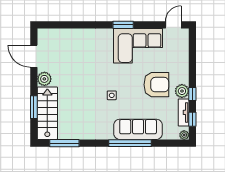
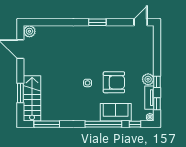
corner sofa: (138, 46) -> (110, 40), removed
plant: (44, 79) -> (29, 31), moved
armchair: (156, 85) -> (114, 82), moved
sofa: (138, 129) -> (116, 112), width x0.73
window: (167, 143) -> (135, 124), added

